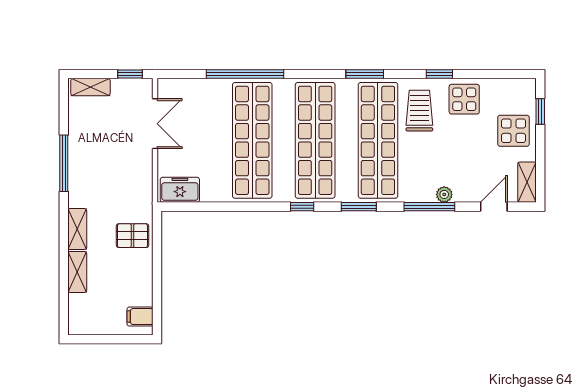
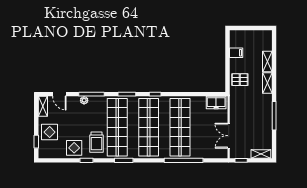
door: (494, 207) -> (59, 94), hinge flipped
filing cabinet: (140, 317) -> (236, 53), moved

